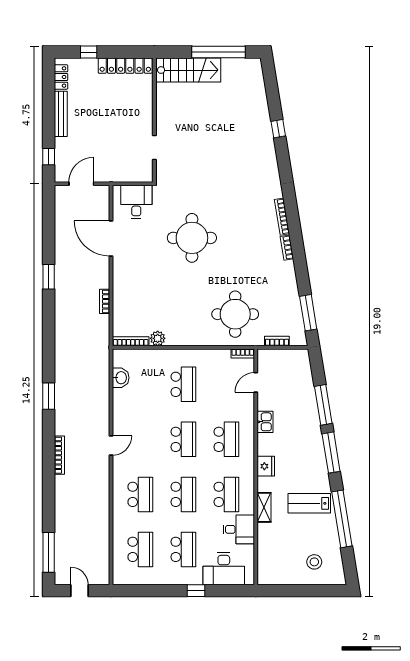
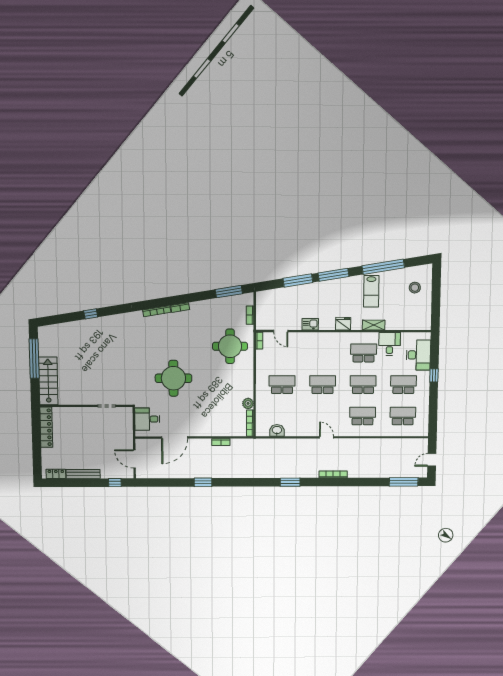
window: (89, 52) -> (37, 454), removed
school desk: (226, 439) -> (323, 353), removed

